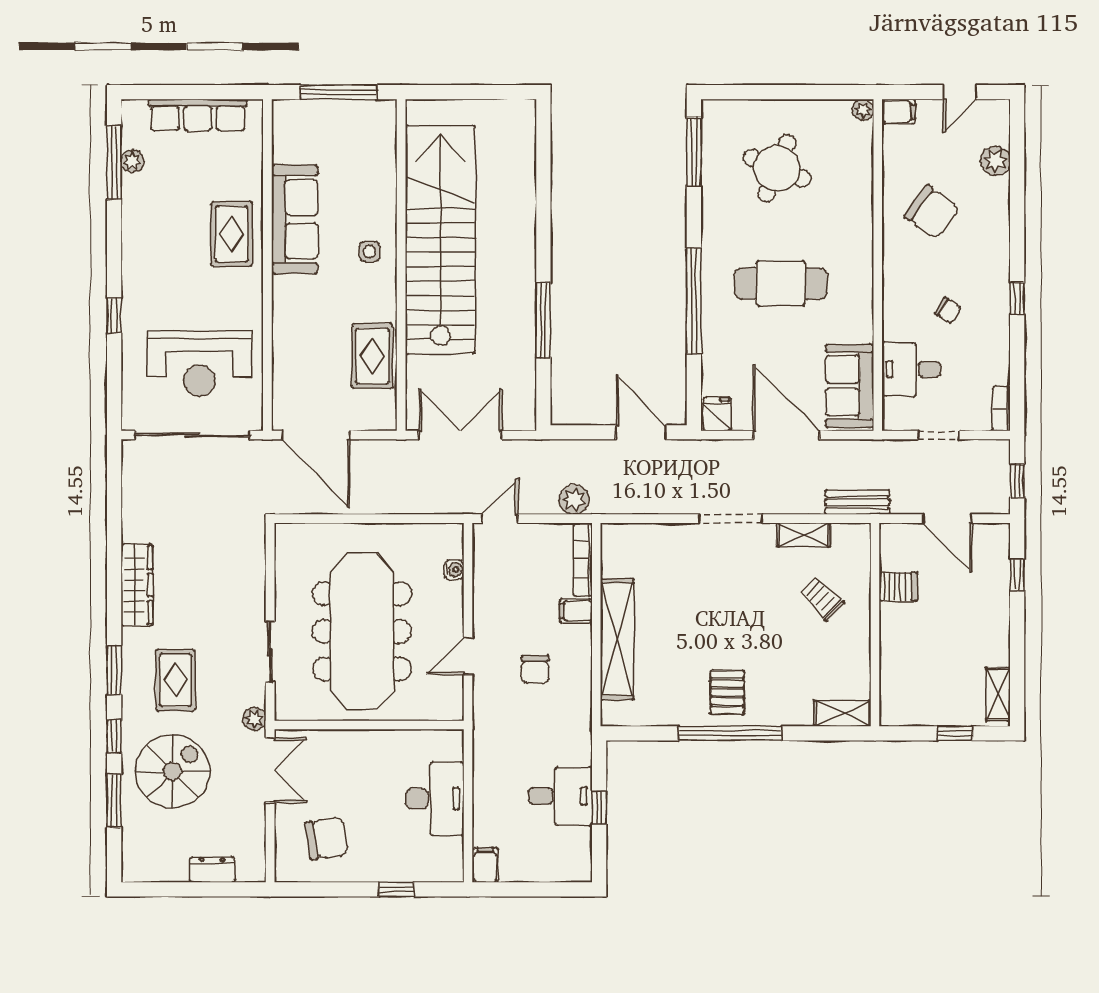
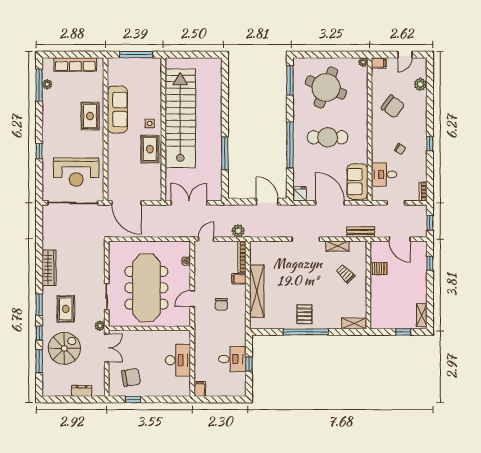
round table: (777, 168) -> (326, 87), width x1.36, depth x1.36
rug: (372, 356) -> (150, 149), moved
window: (396, 889) -> (133, 399), moved

